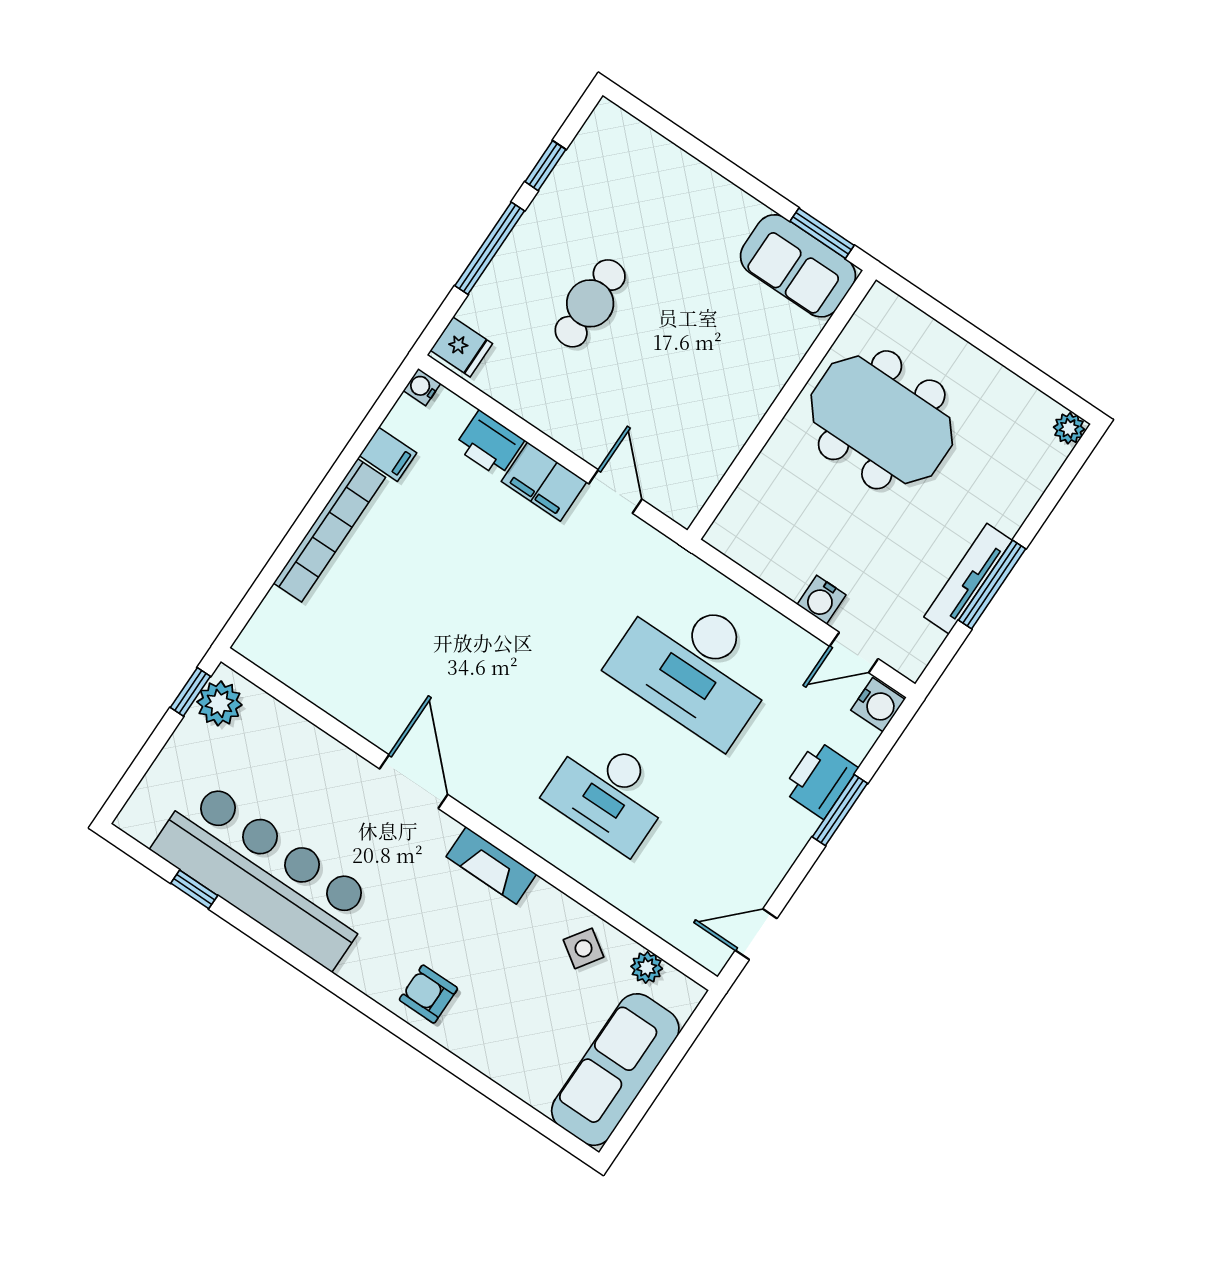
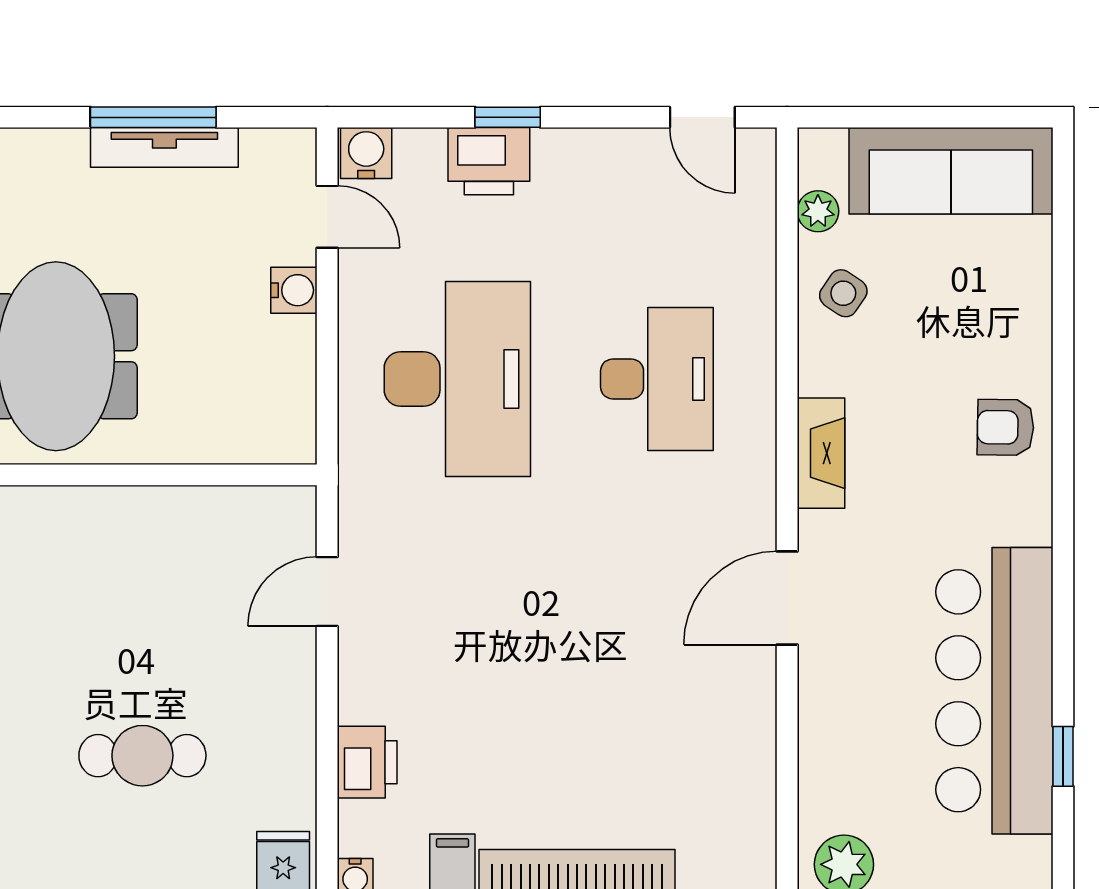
filing cabinet: (544, 482) -> (368, 676), removed
window: (840, 810) -> (508, 117), width x0.67
armchair: (428, 994) -> (1006, 427), turned 91

